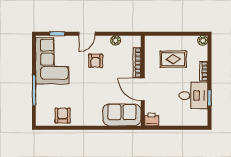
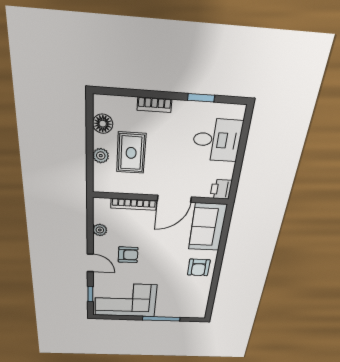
floor lamp: (190, 41) -> (103, 124), added
plant: (203, 41) -> (101, 156), moved
desk: (193, 96) -> (217, 140), moved, turned 90
armchair: (63, 115) -> (199, 267), moved, turned -90

